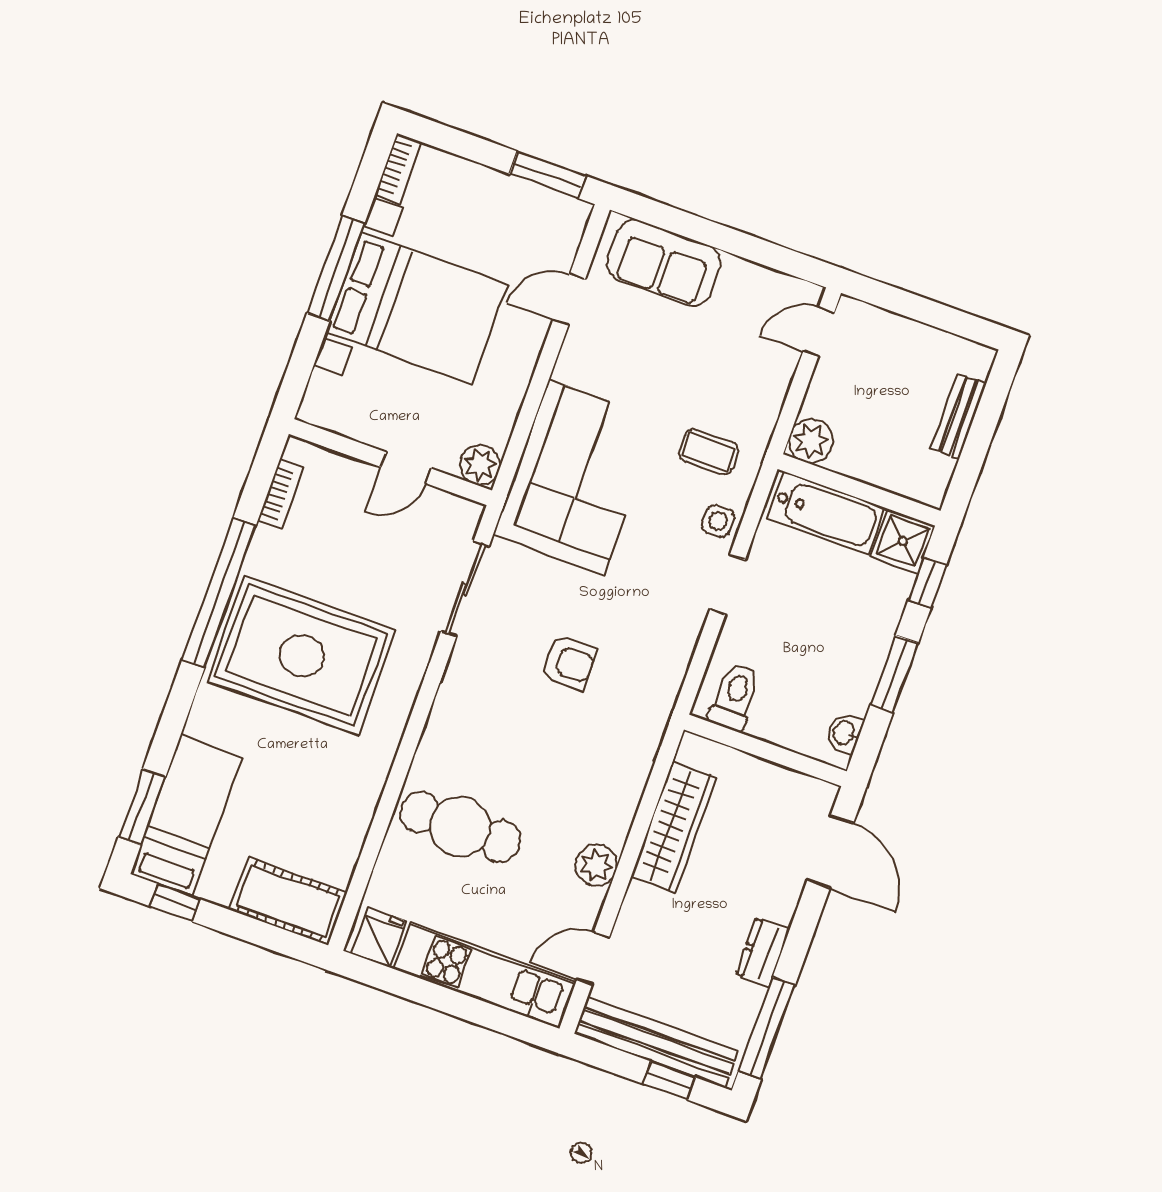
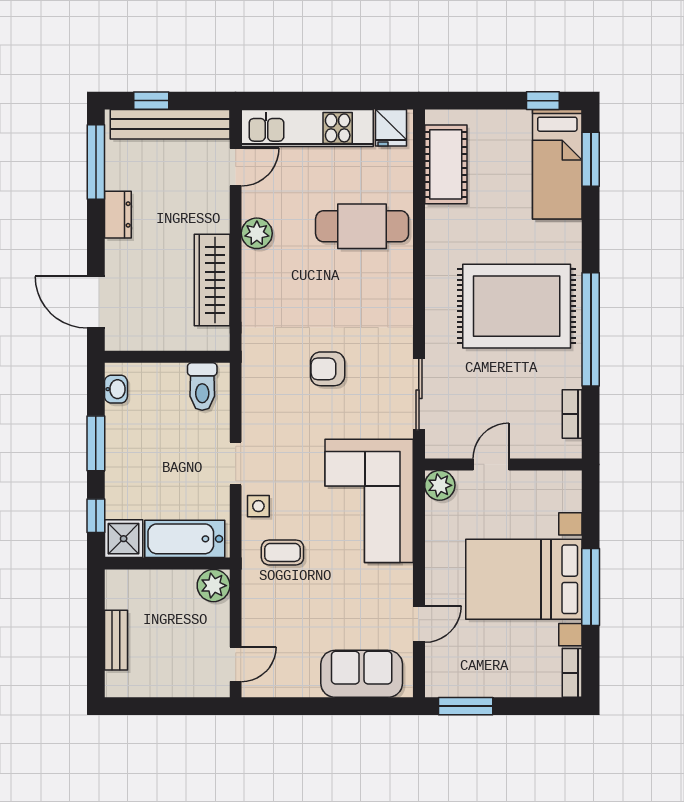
cot: (288, 901) -> (446, 164), moved, turned 90

